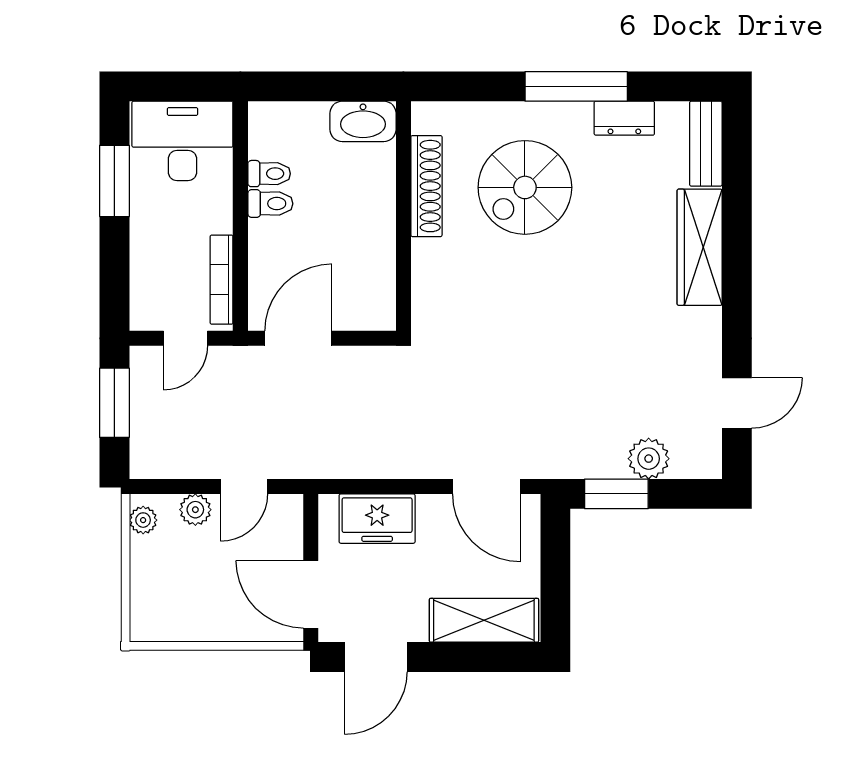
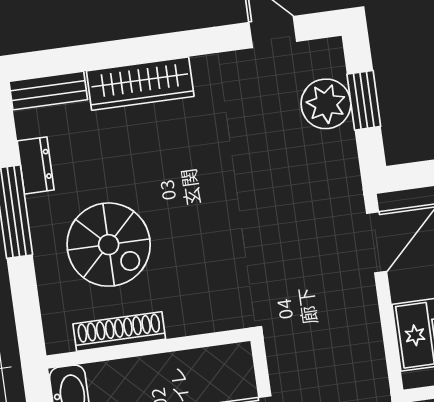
plant: (649, 459) -> (326, 104), width x1.36, depth x1.36
window: (616, 494) -> (364, 100), moved

